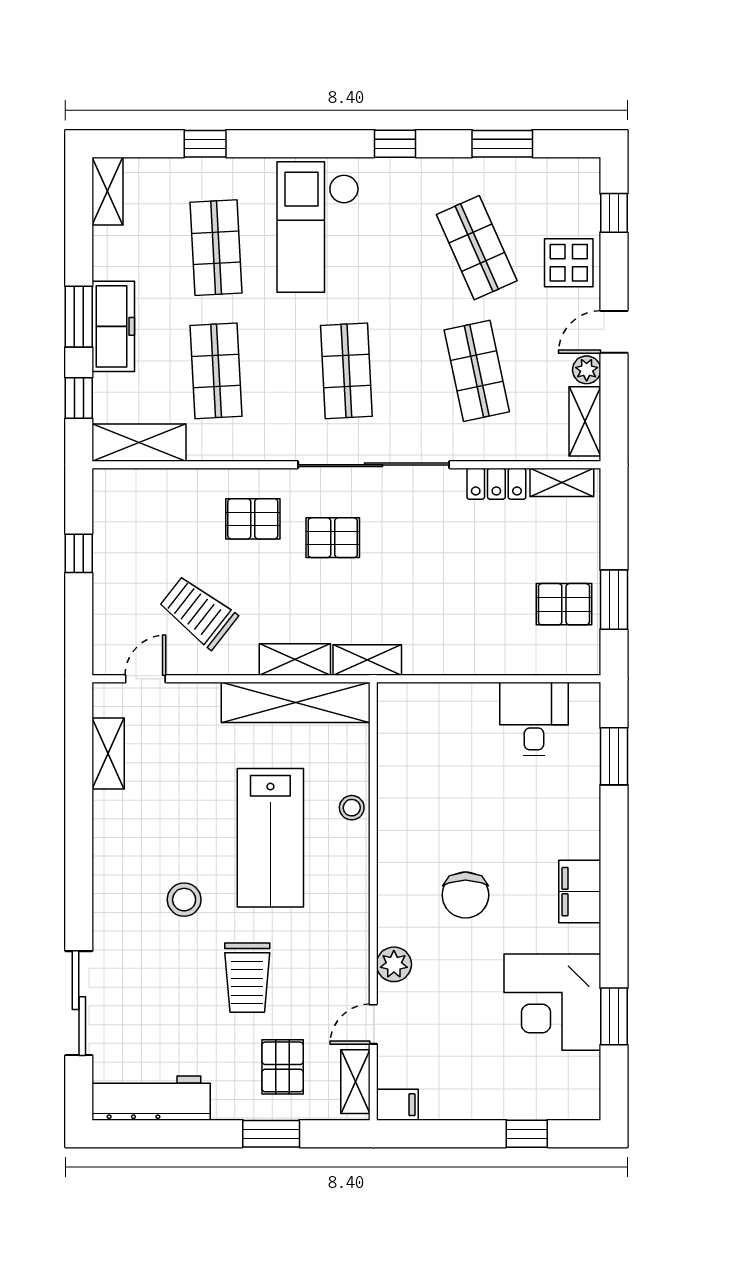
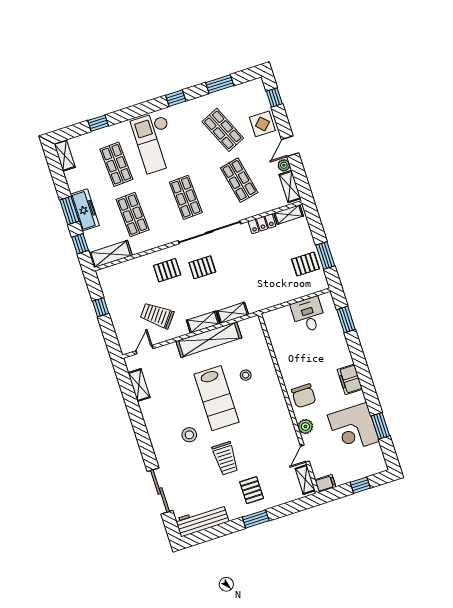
wall: (373, 901) -> (289, 403), moved
plant: (394, 964) -> (305, 426), moved
door: (373, 1024) -> (305, 454), moved
shelving: (355, 1082) -> (305, 480), moved
filing cabinet: (397, 1105) -> (325, 483), moved

